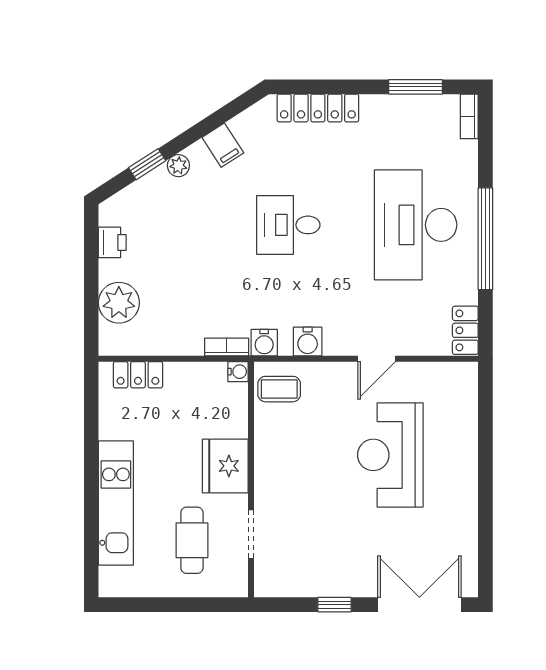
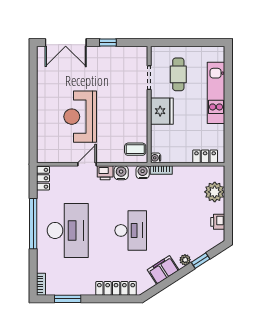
filing cabinet: (223, 145) -> (163, 270), width x2.00
desk: (288, 225) -> (131, 230), width x1.37
printer: (340, 341) -> (105, 173), added
reception desk: (390, 455) -> (80, 117), turned 180

